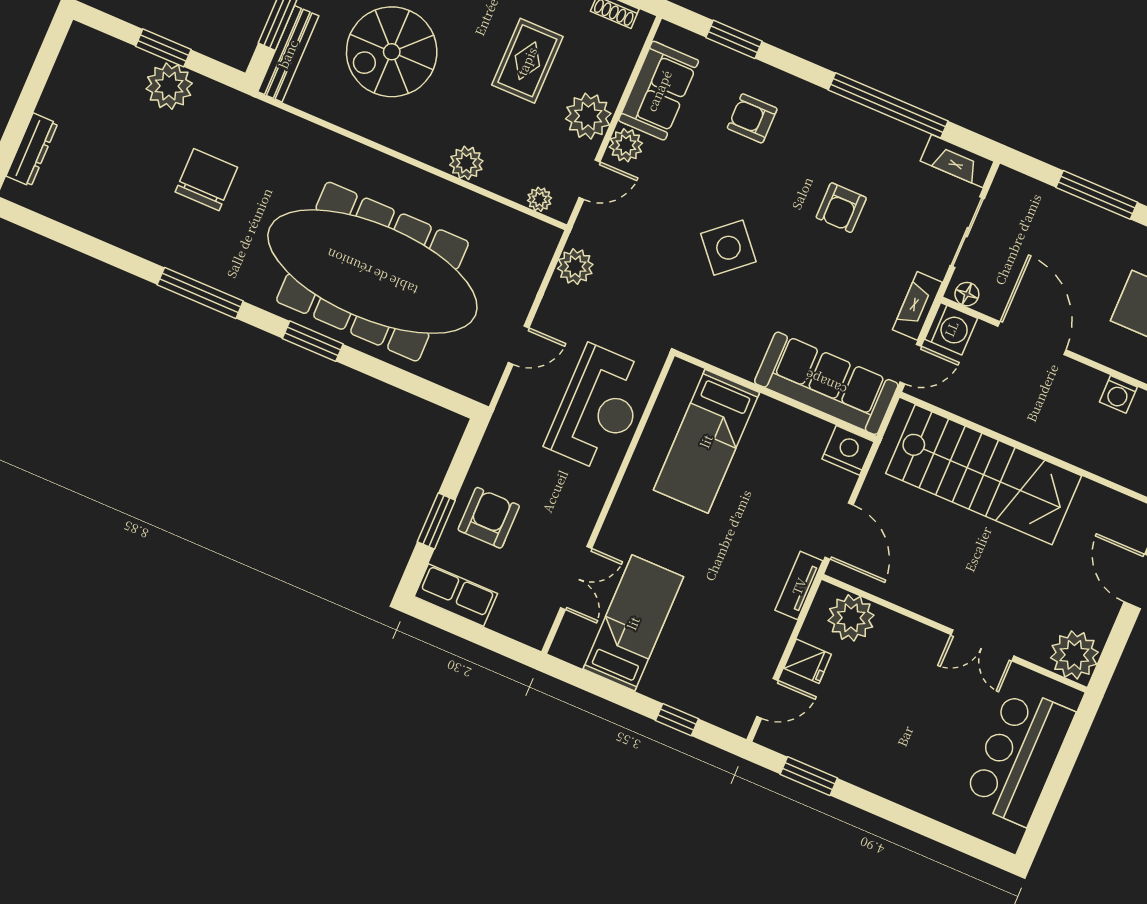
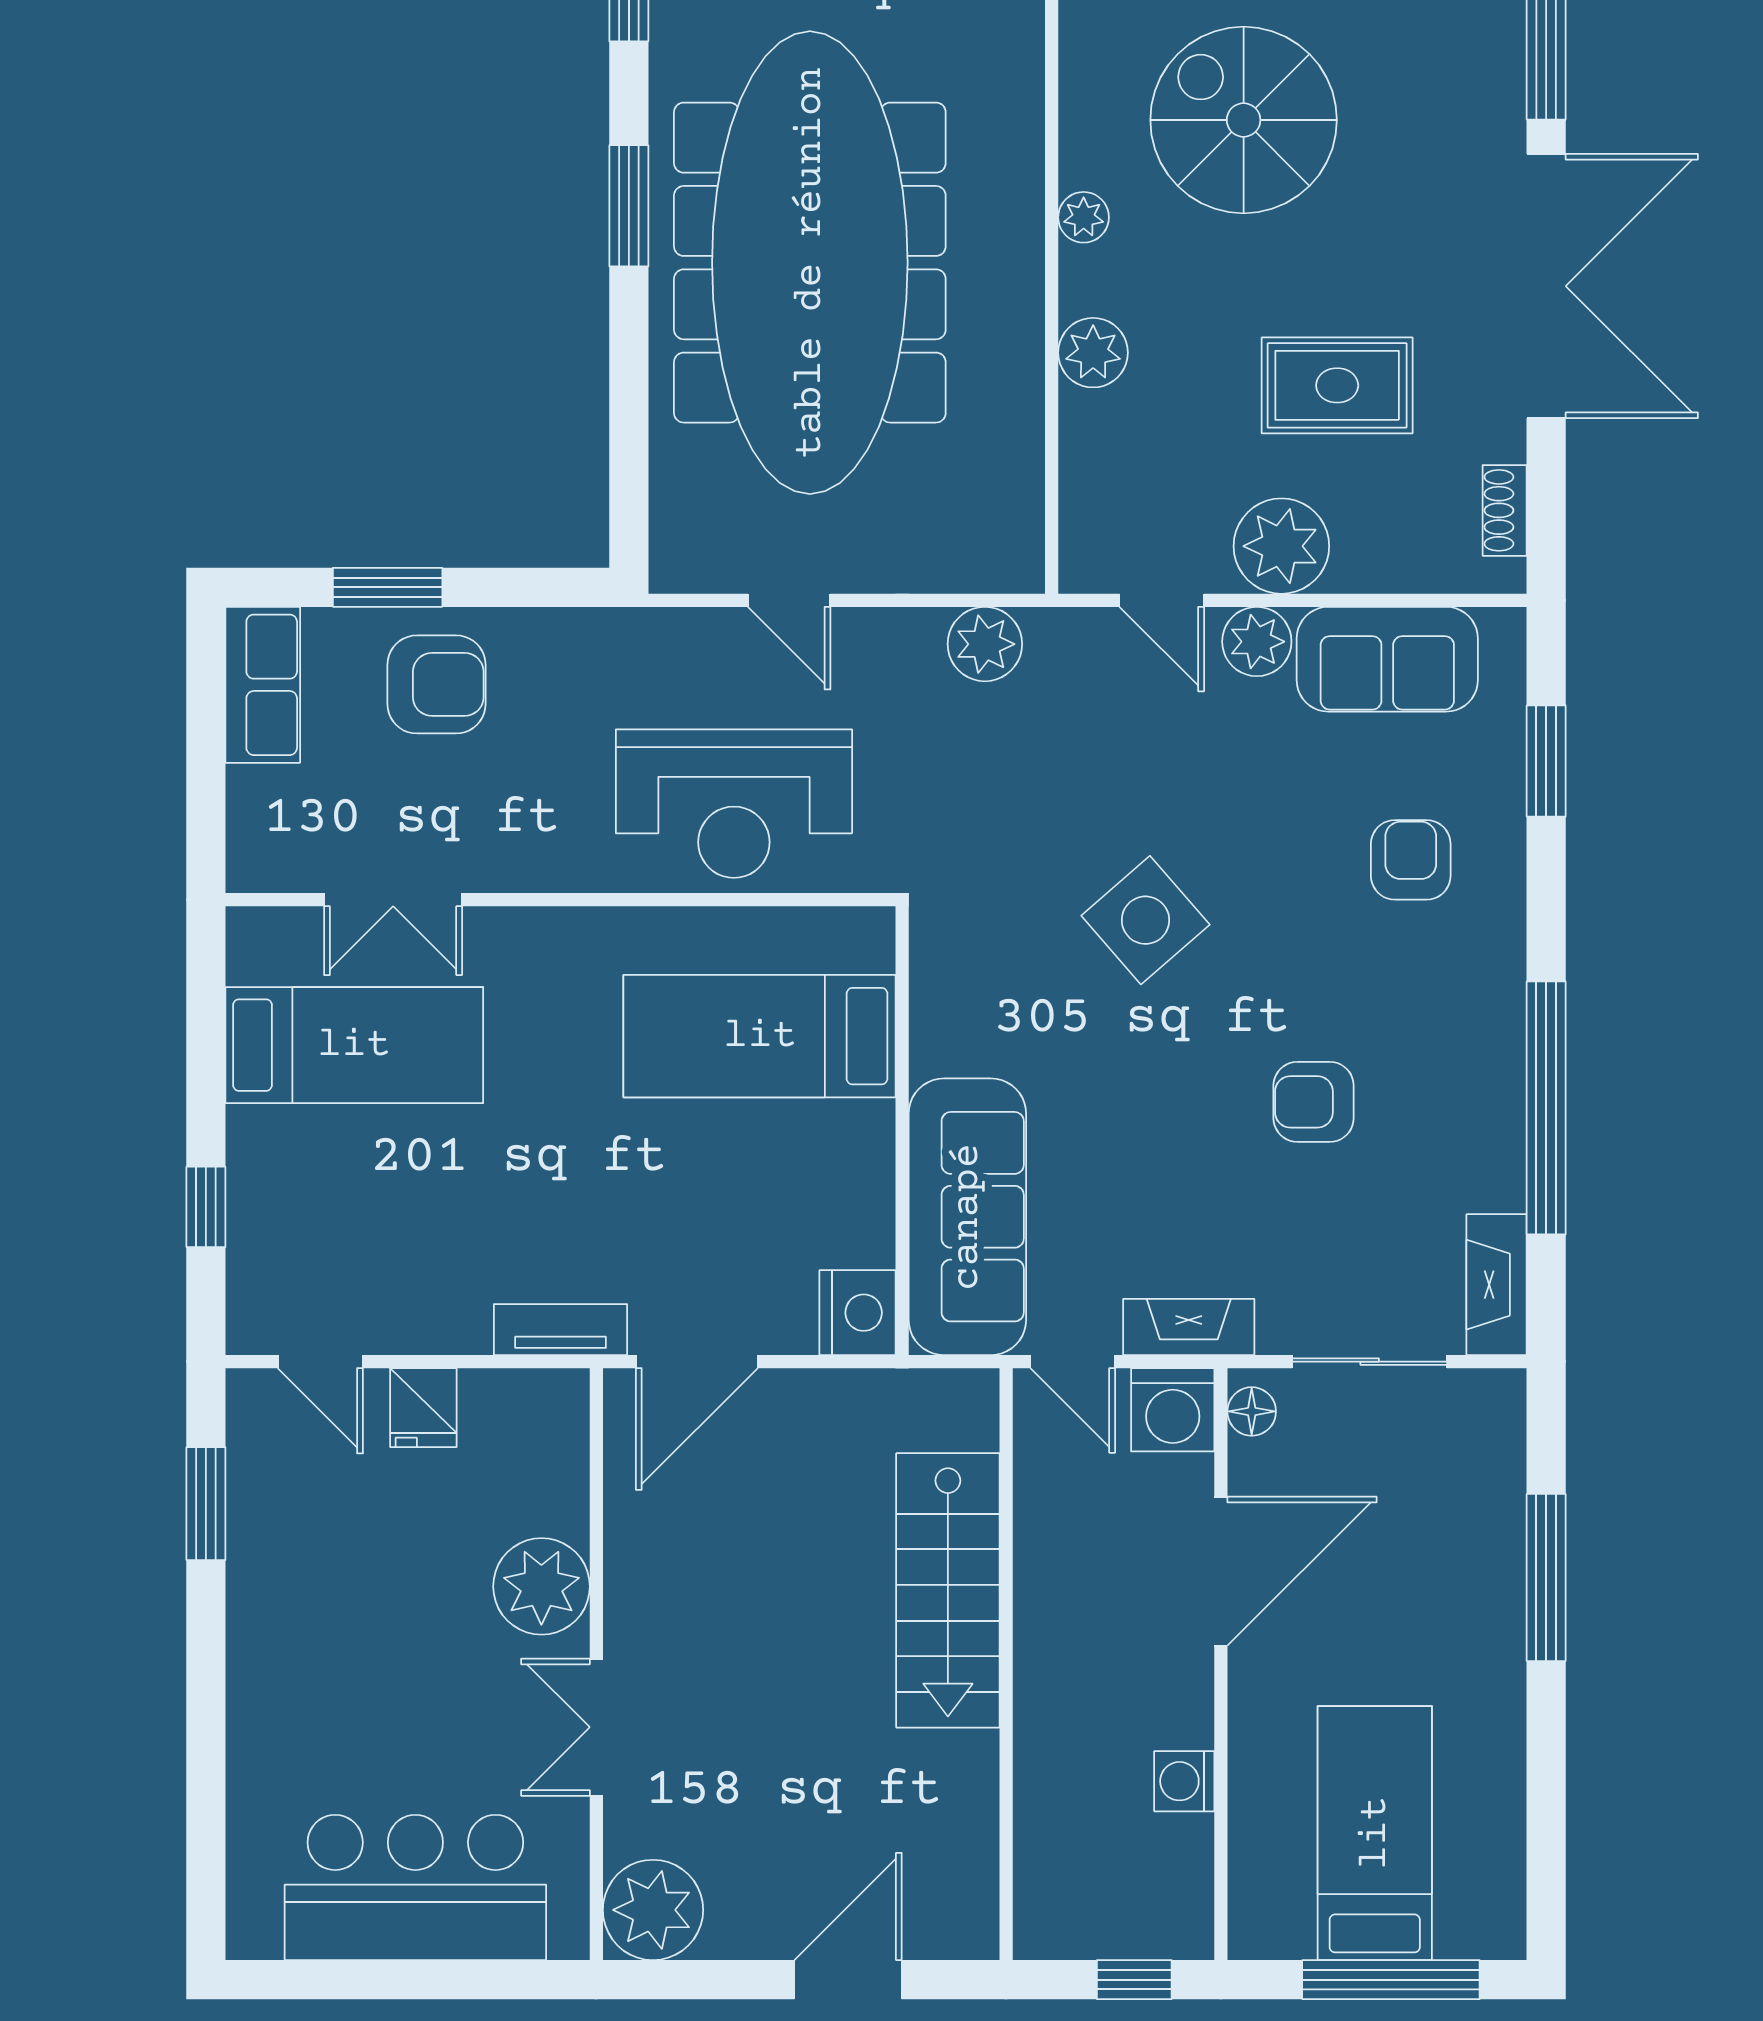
plant: (539, 199) -> (1084, 217), moved
stairs: (984, 475) -> (948, 1590), width x0.73, depth x0.66
plant: (851, 618) -> (541, 1586), moved

